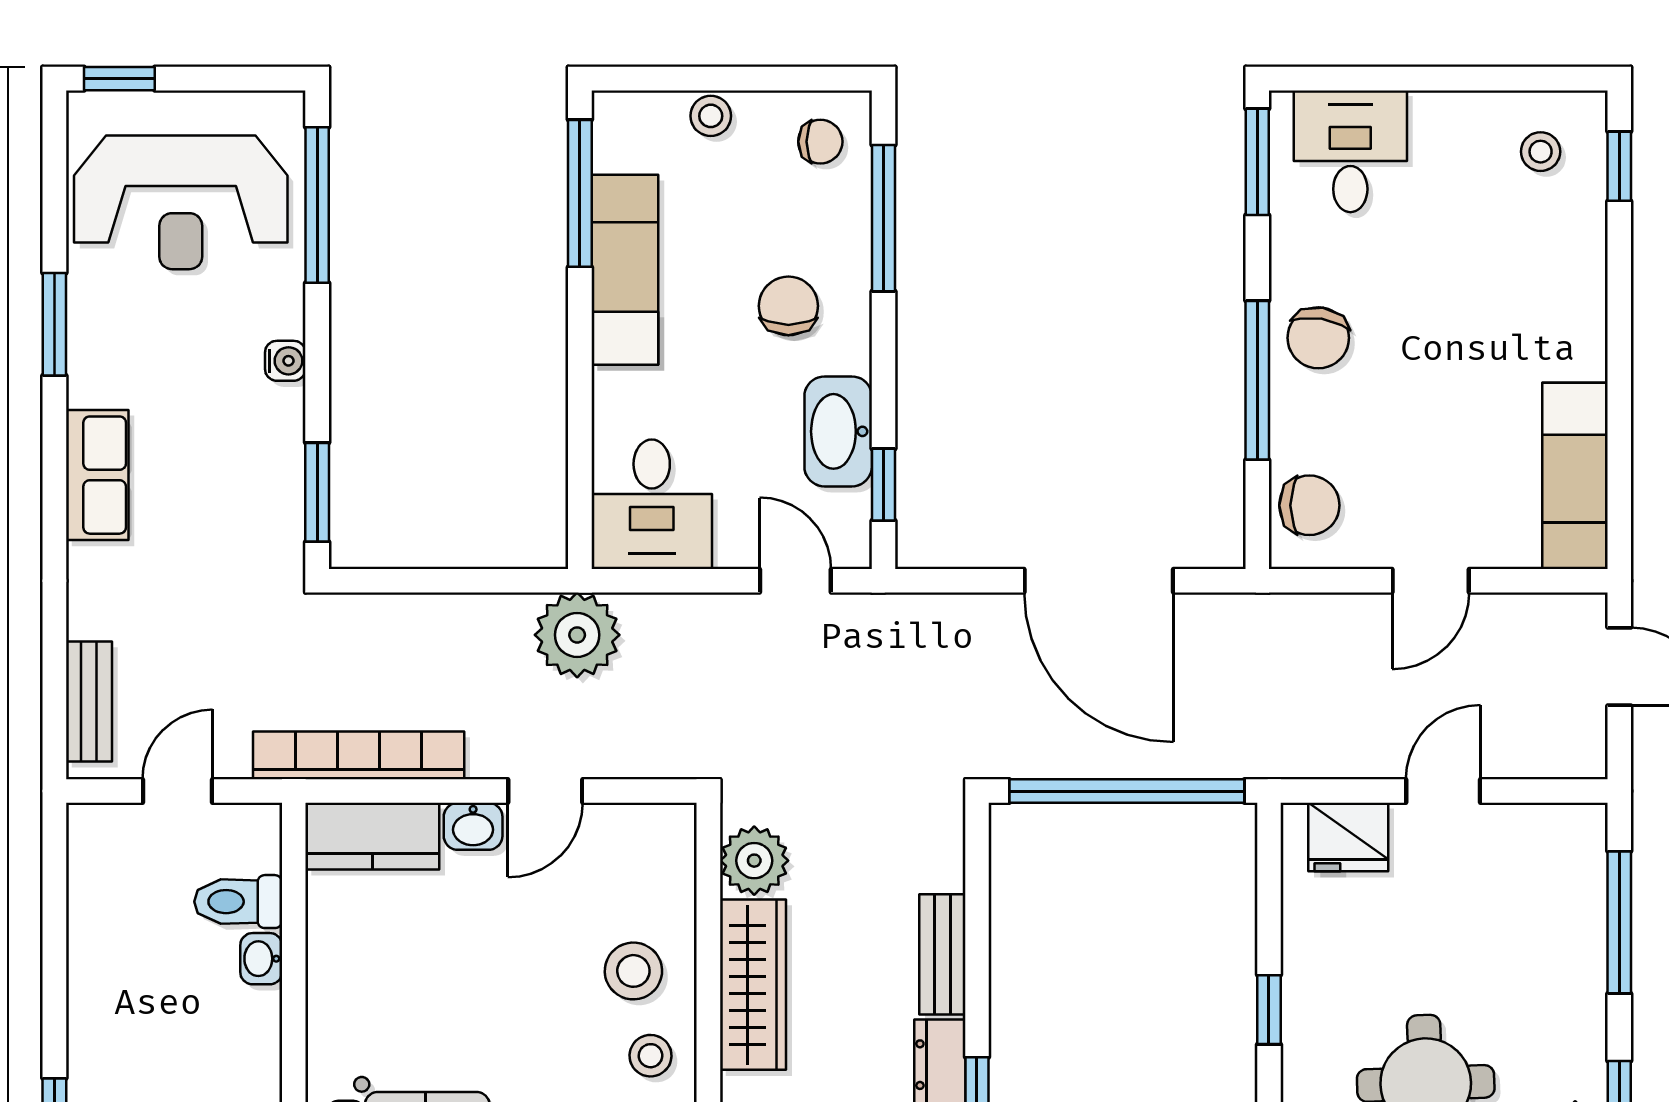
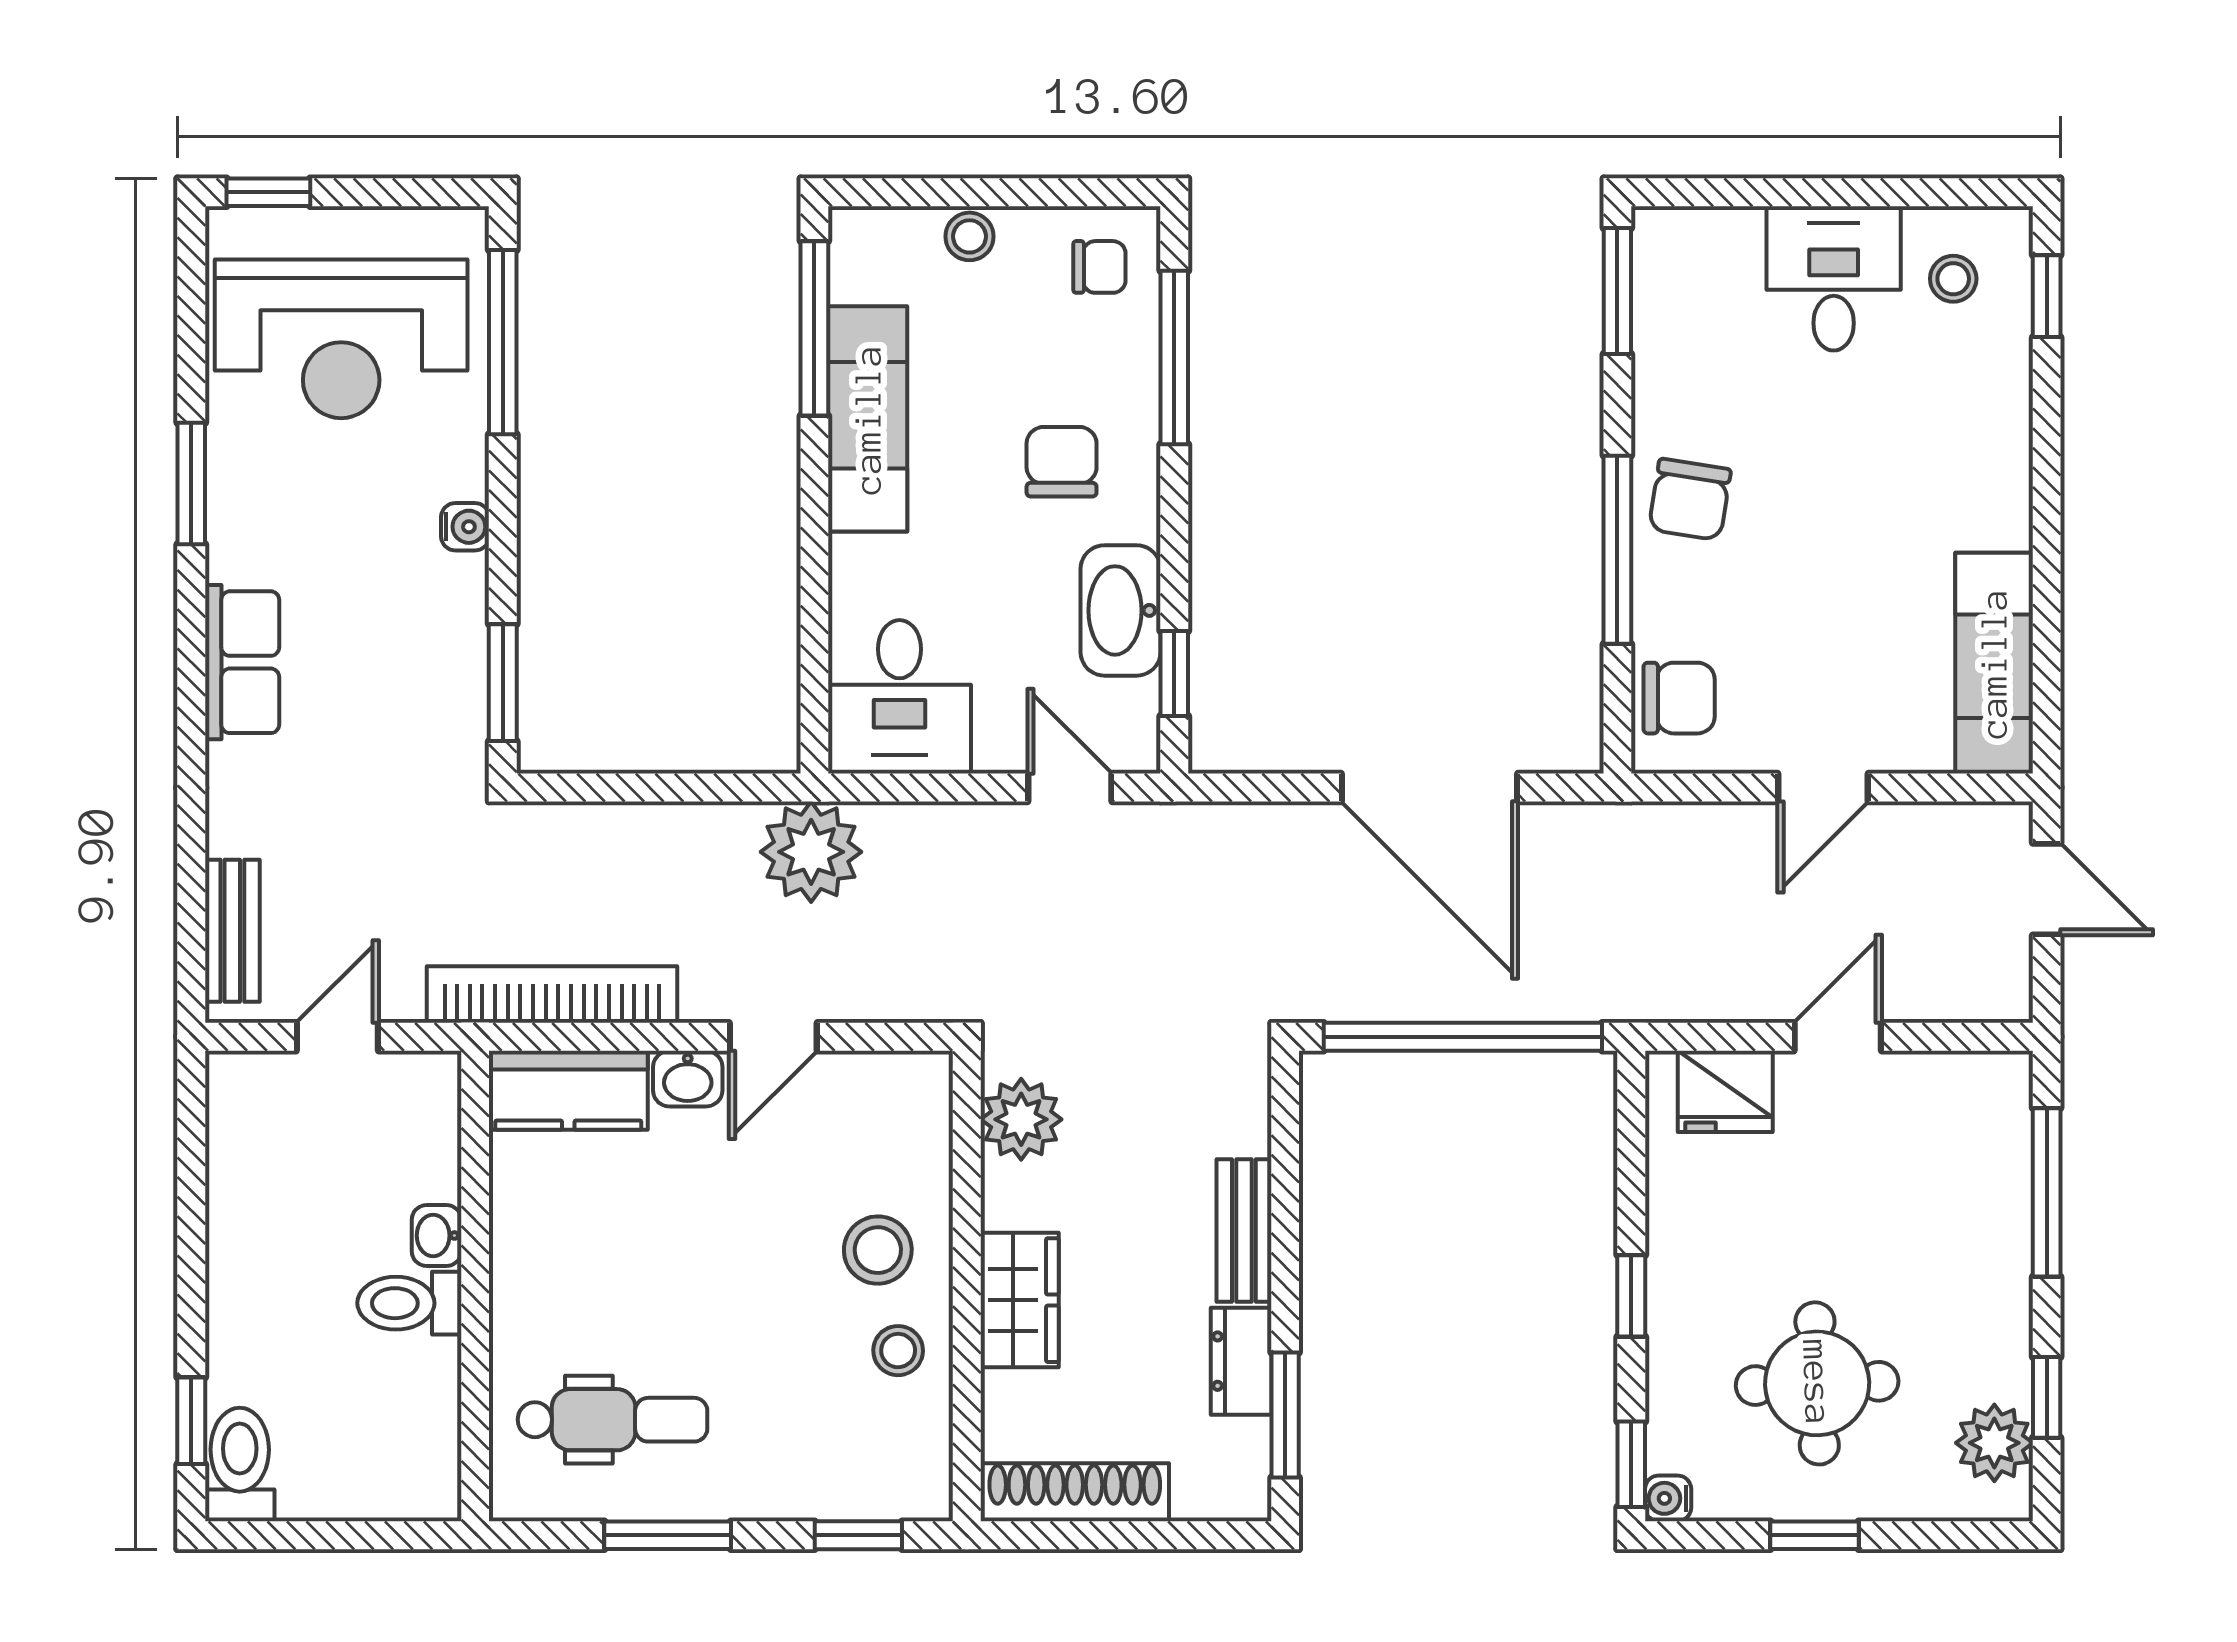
desk: (1350, 151) -> (1834, 278), moved
toilet: (238, 902) -> (409, 1303), moved
wardrobe: (753, 985) -> (1020, 1300), width x0.67

